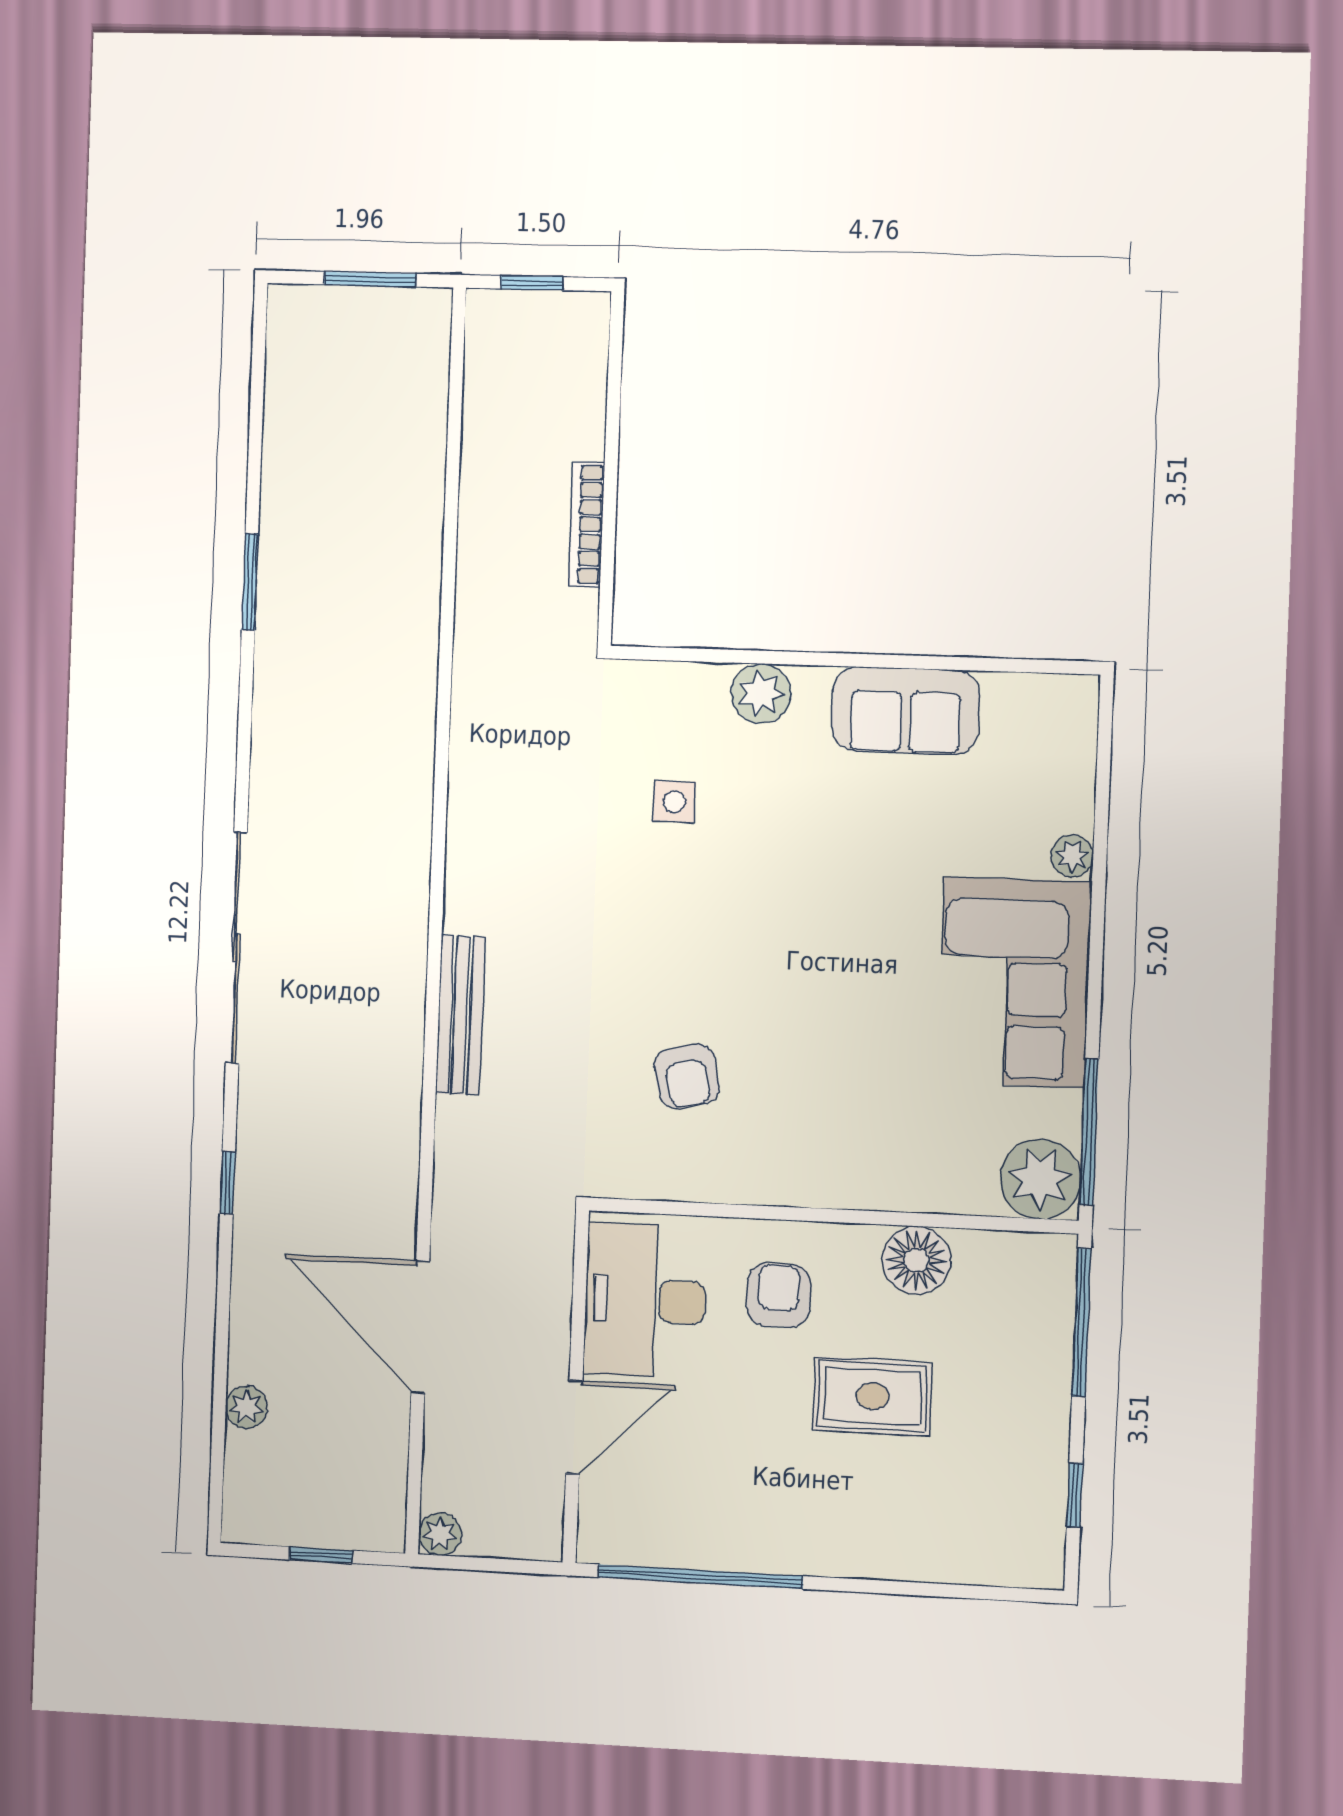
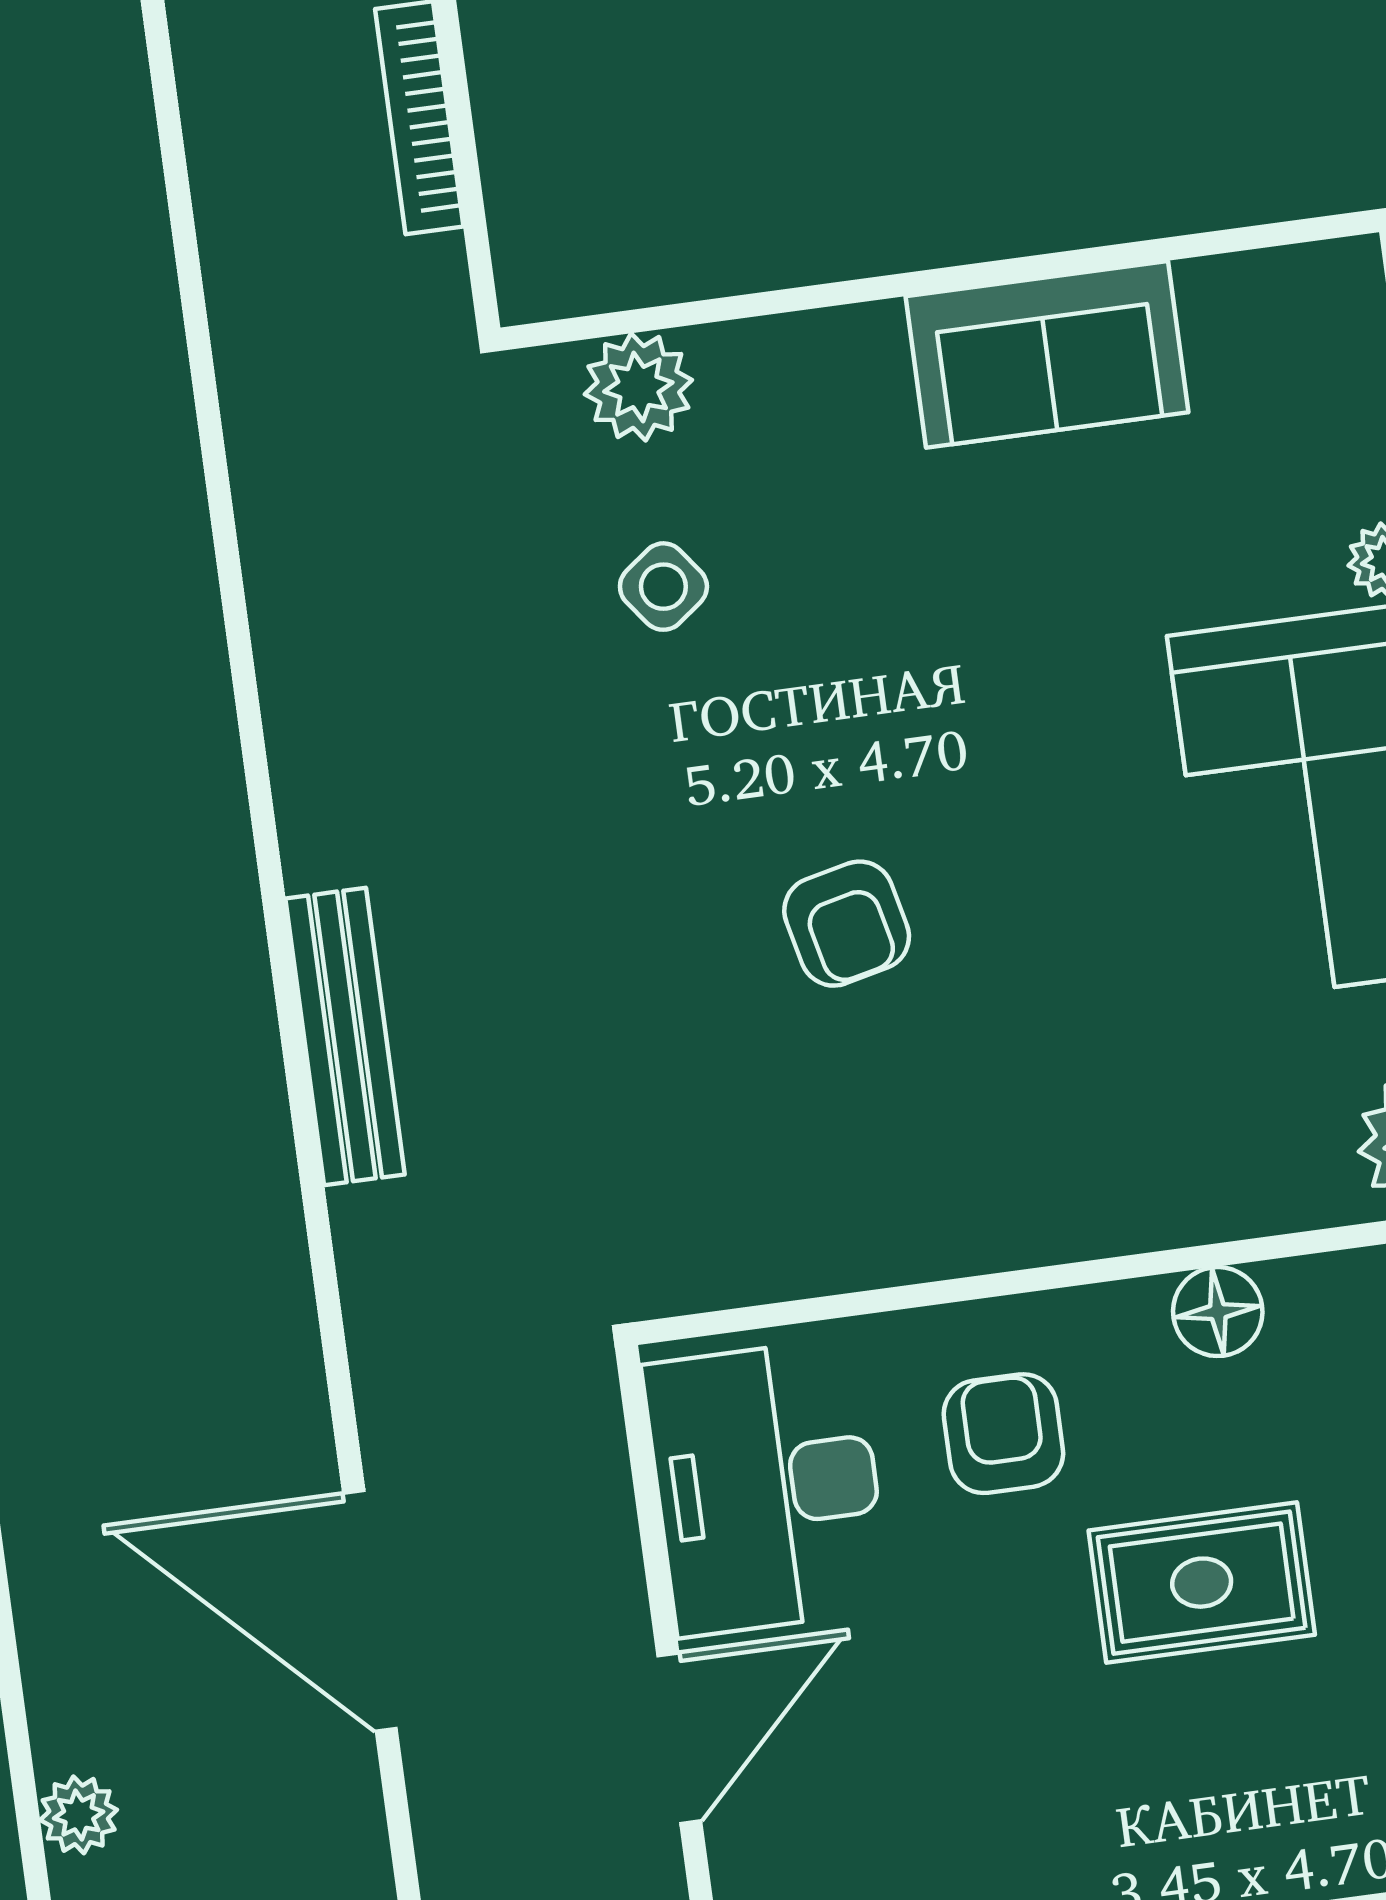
plant: (761, 694) -> (638, 387), moved
side table: (674, 802) -> (663, 587), turned -37
armchair: (687, 1076) -> (847, 924), moved
floor lamp: (916, 1260) -> (1218, 1312), width x0.73, depth x0.73

